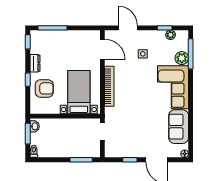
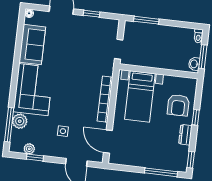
armchair: (44, 88) -> (178, 105), turned -90

